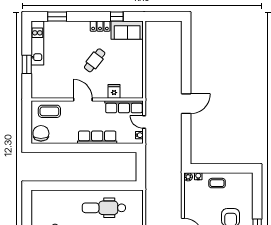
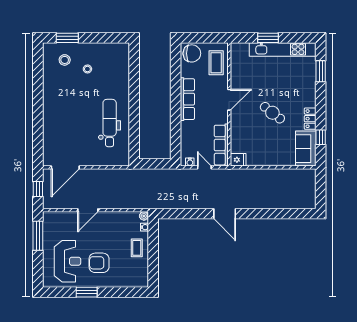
kitchen unit: (37, 43) -> (283, 49), width x1.36
fridge: (114, 91) -> (238, 160), moved
door: (144, 122) -> (204, 167), hinge flipped
row of seats: (97, 137) -> (187, 99), moved

